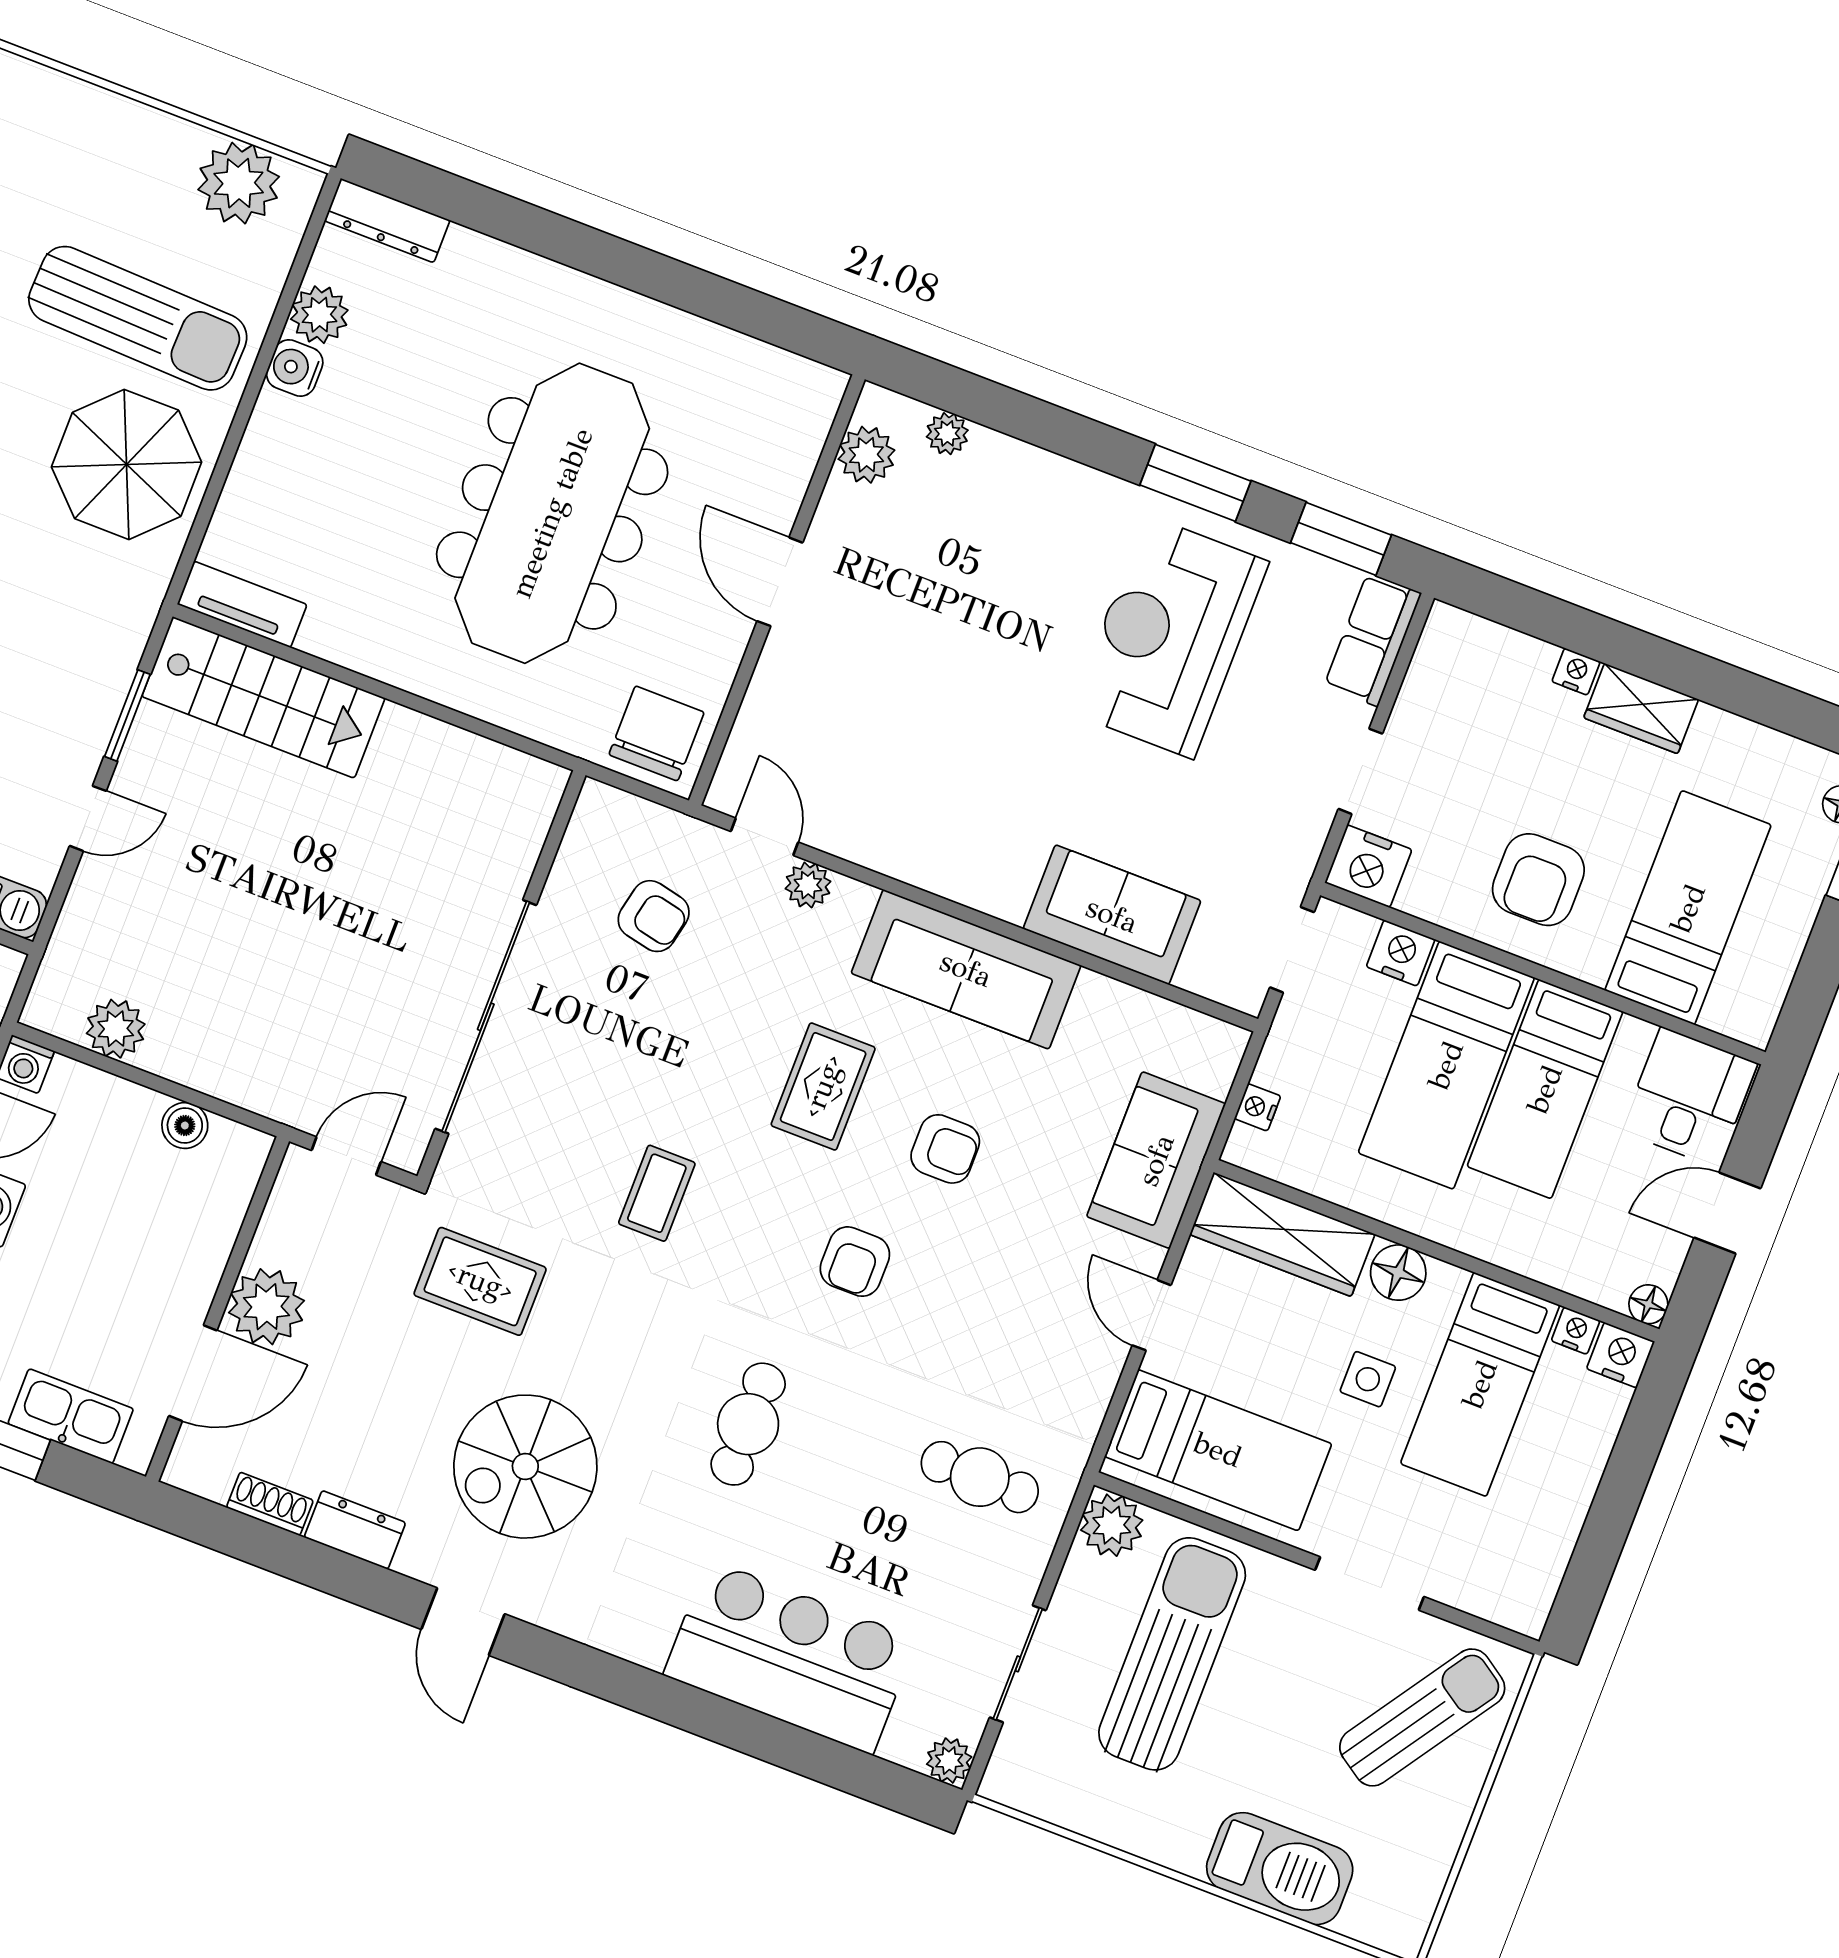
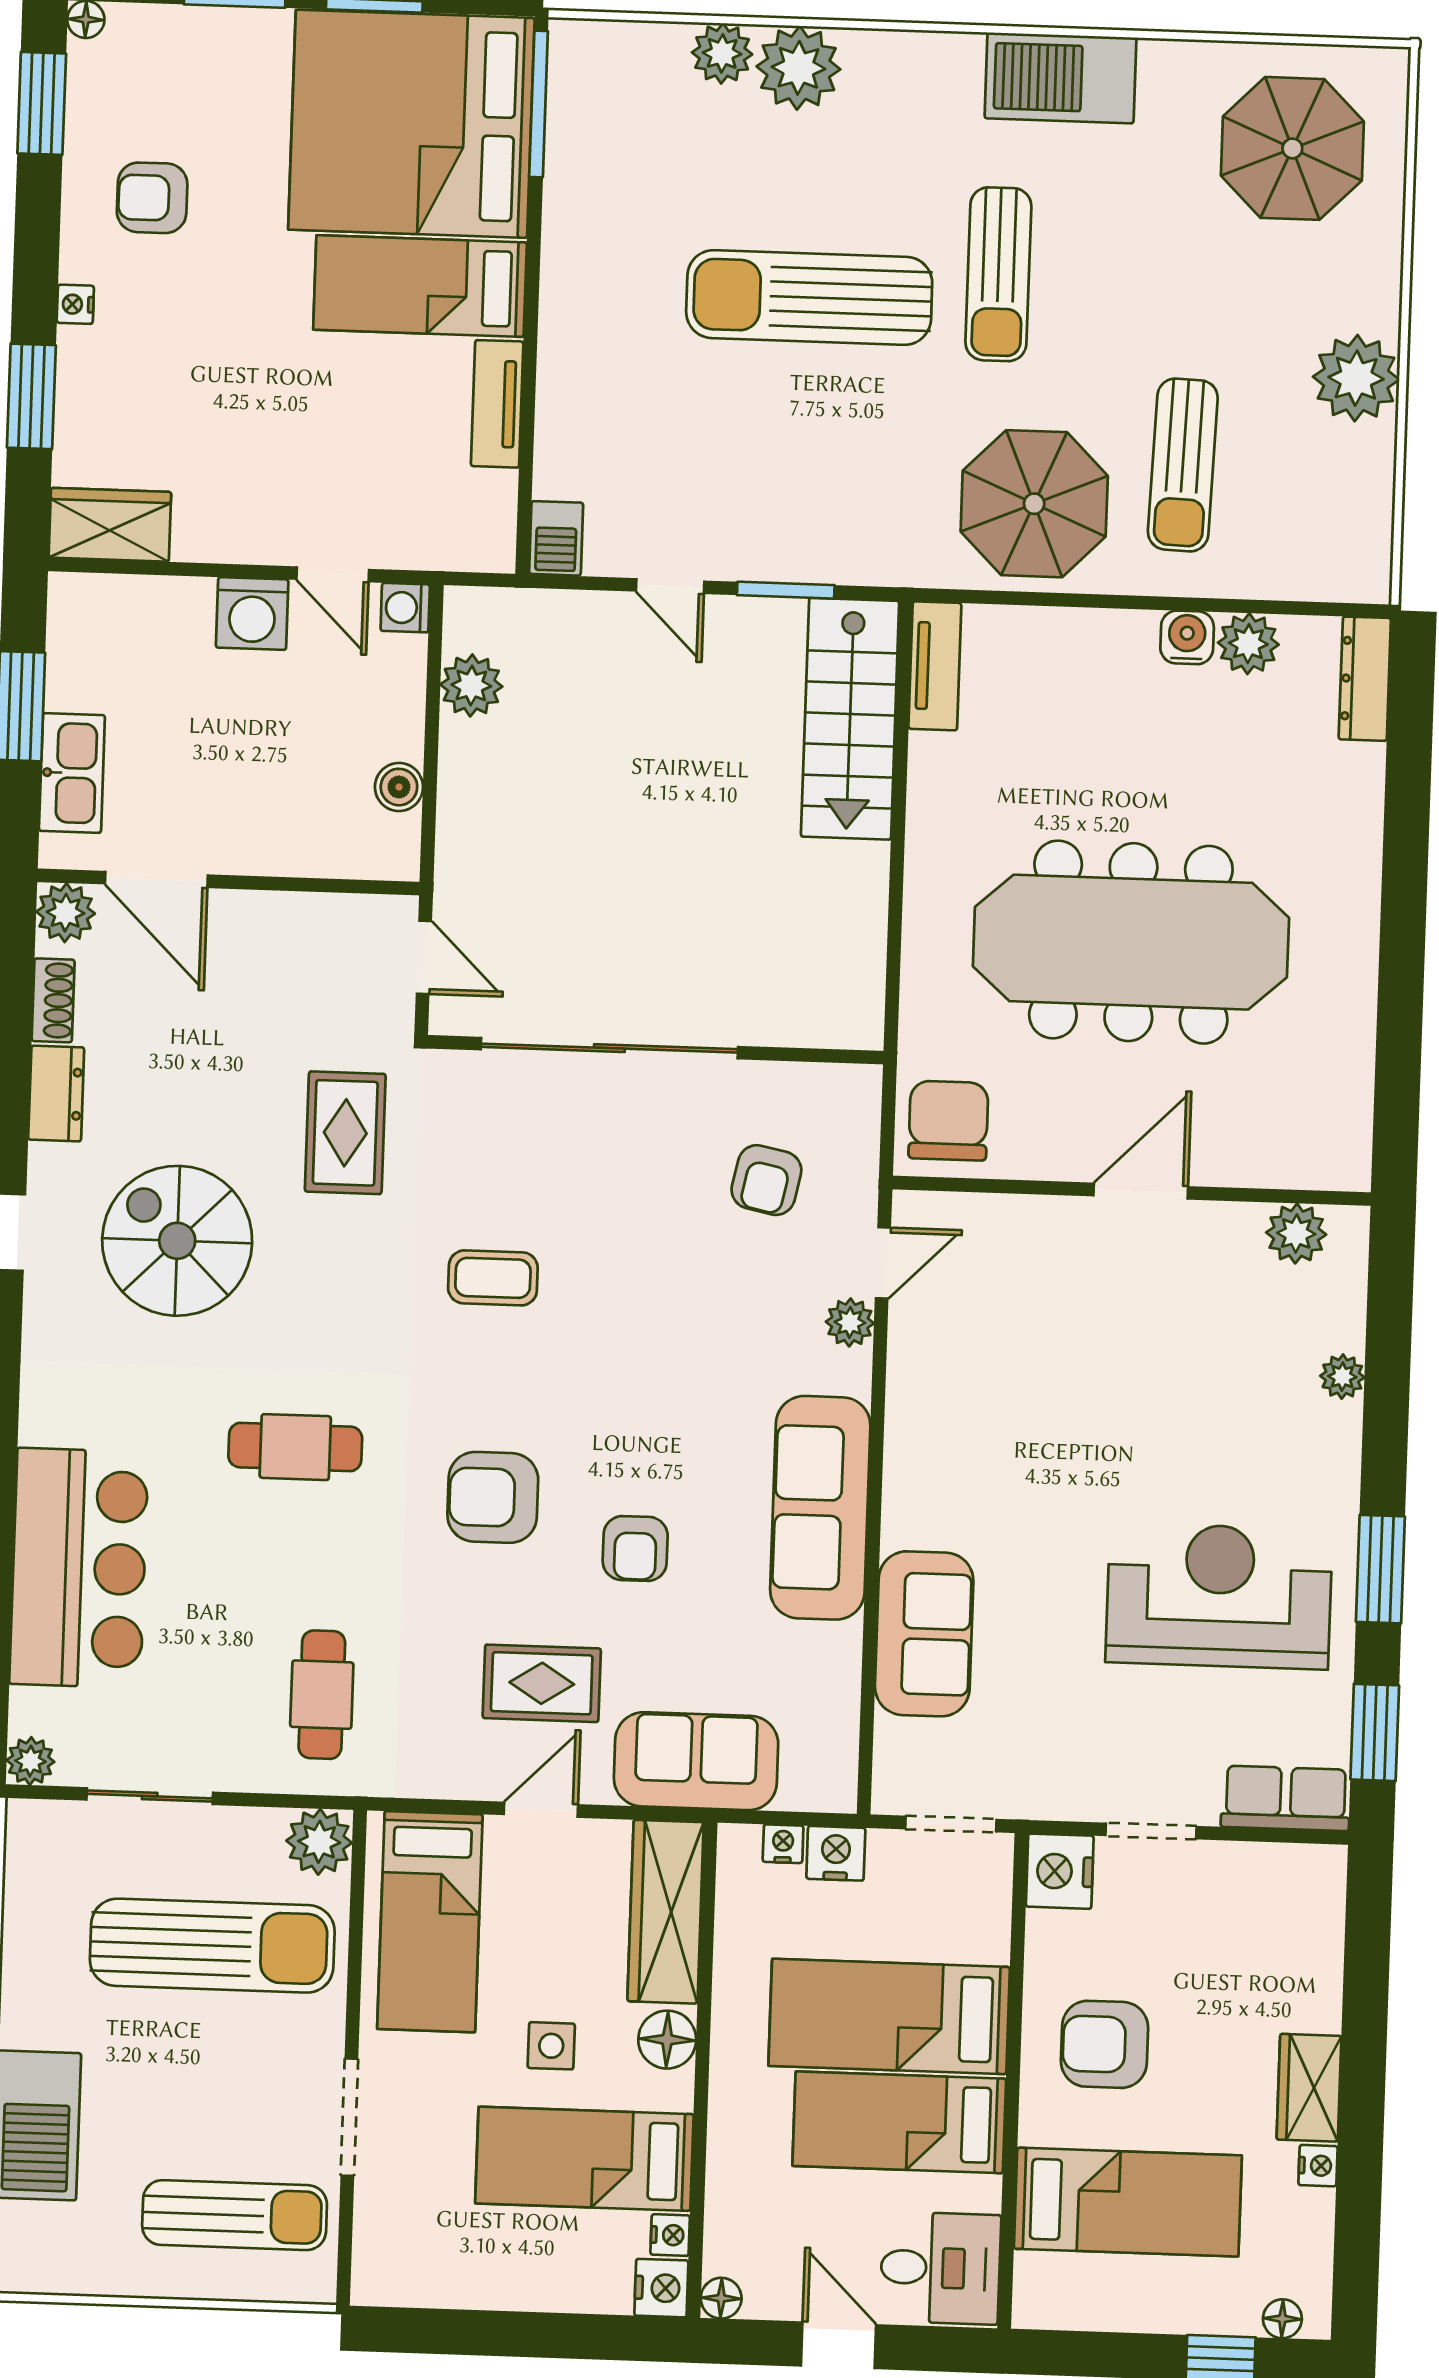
plant: (239, 183) -> (1356, 378), moved
sun lounger: (138, 318) -> (1183, 465), width x0.73, depth x0.75
plant: (947, 434) -> (1342, 1377), moved
nightstand: (1576, 672) -> (1318, 2166), moved
chair: (657, 733) -> (948, 1121), turned -90
nightstand: (1401, 953) -> (836, 1853), moved, turned -90
rug: (823, 1086) -> (542, 1683), moved
armchair: (855, 1262) -> (493, 1497), width x1.38, depth x1.38
plant: (266, 1307) -> (66, 913), moved, width x0.73, depth x0.73
sun lounger: (1422, 1717) -> (235, 2215), turned -34

